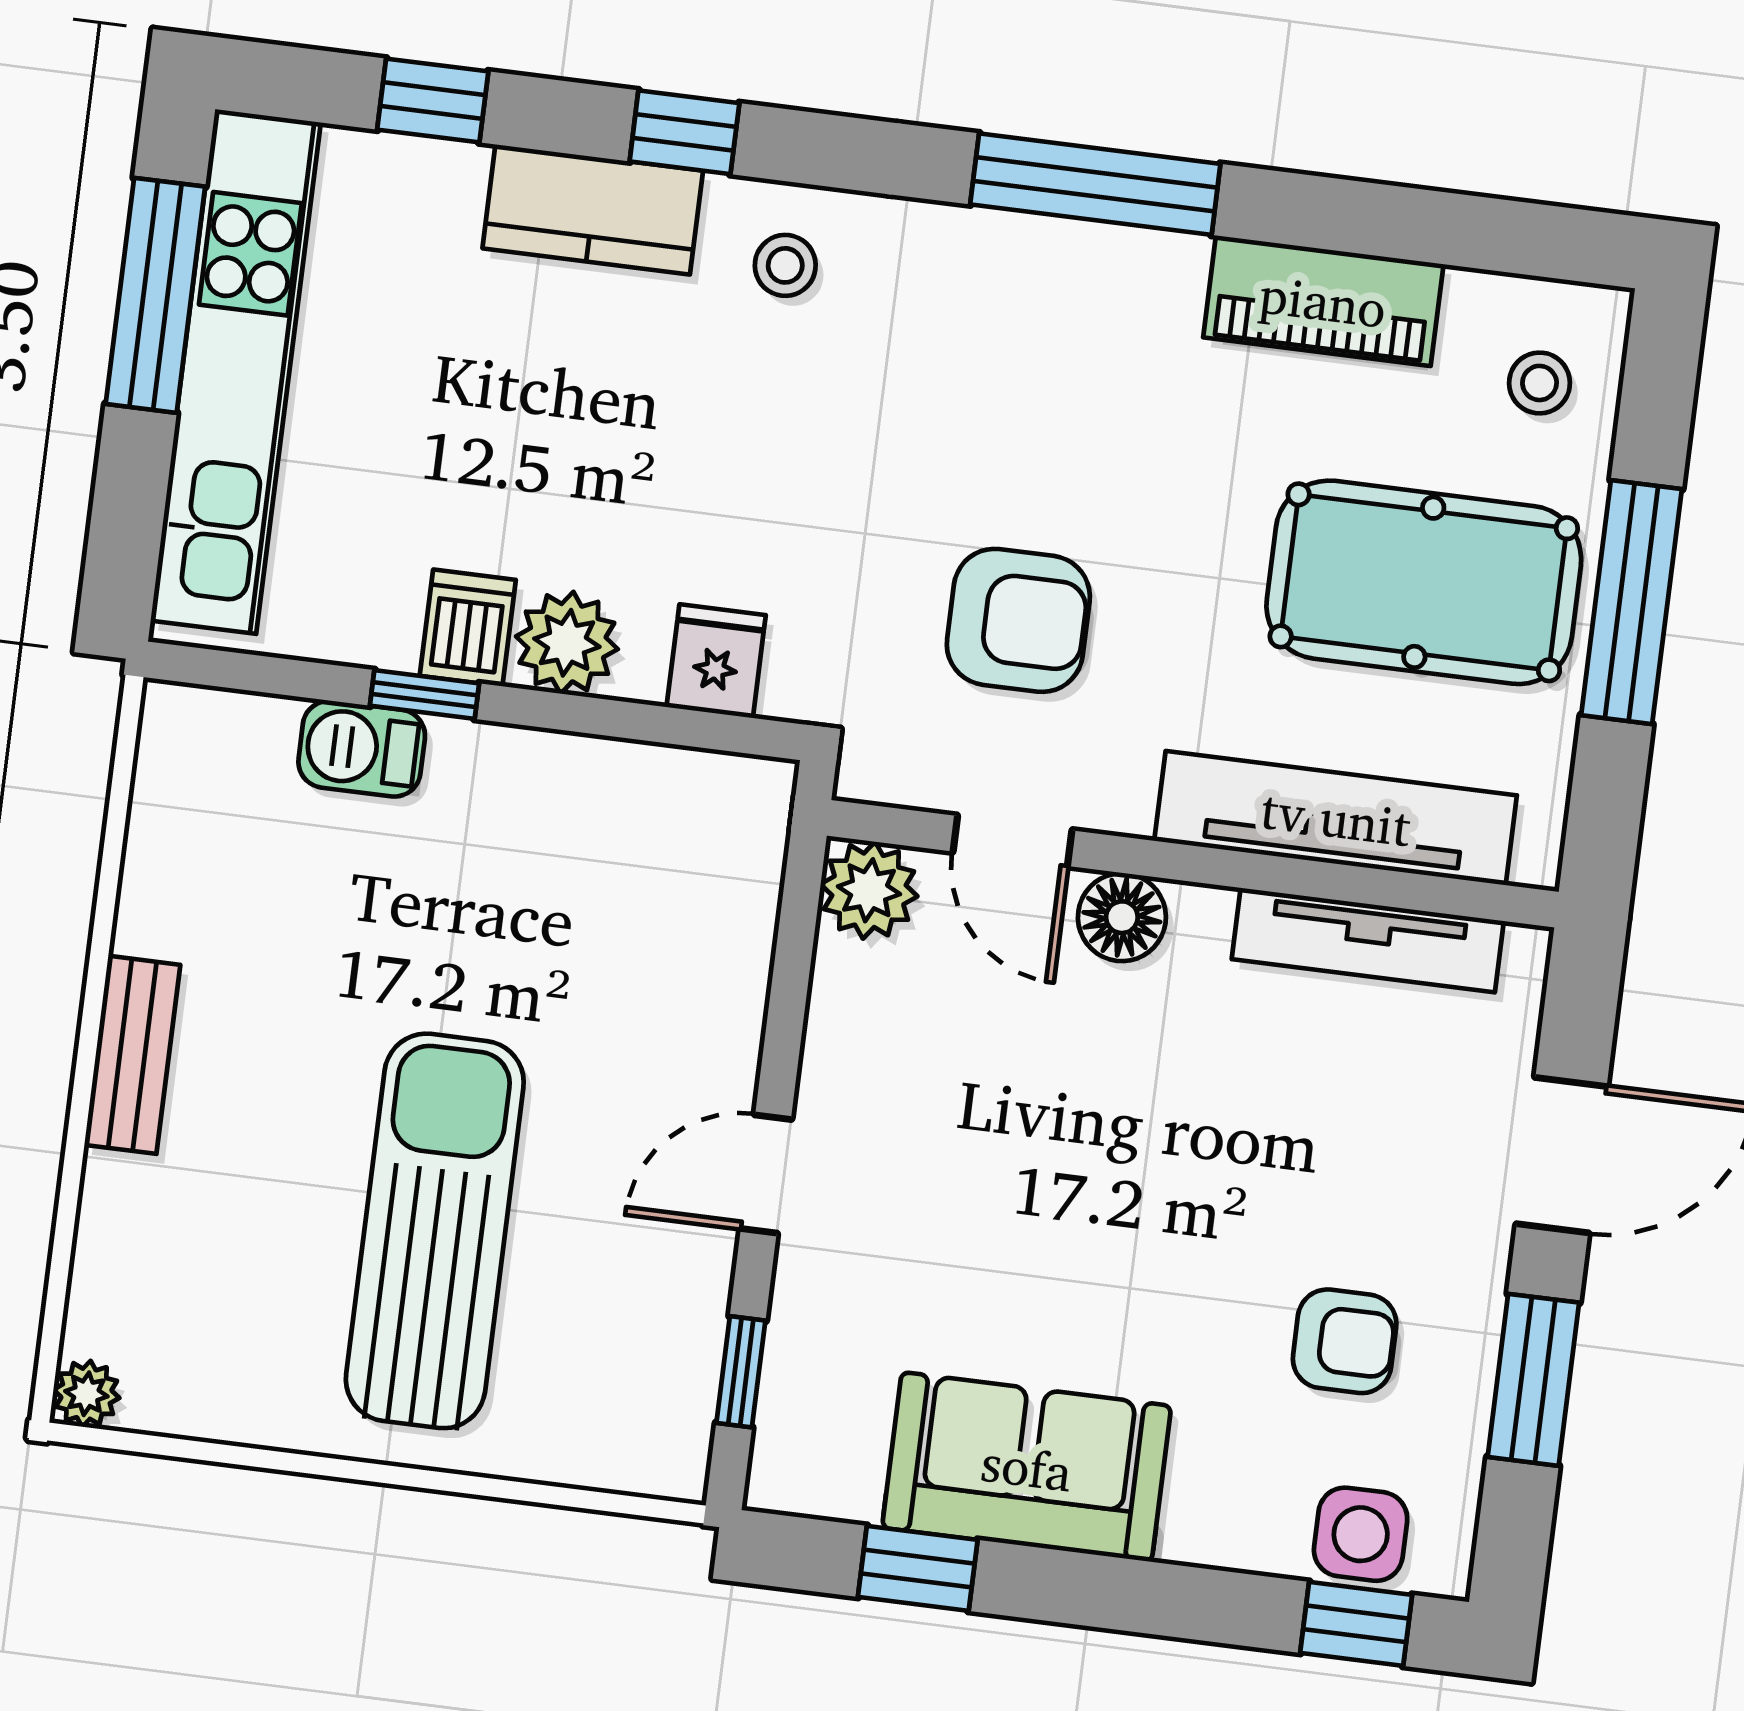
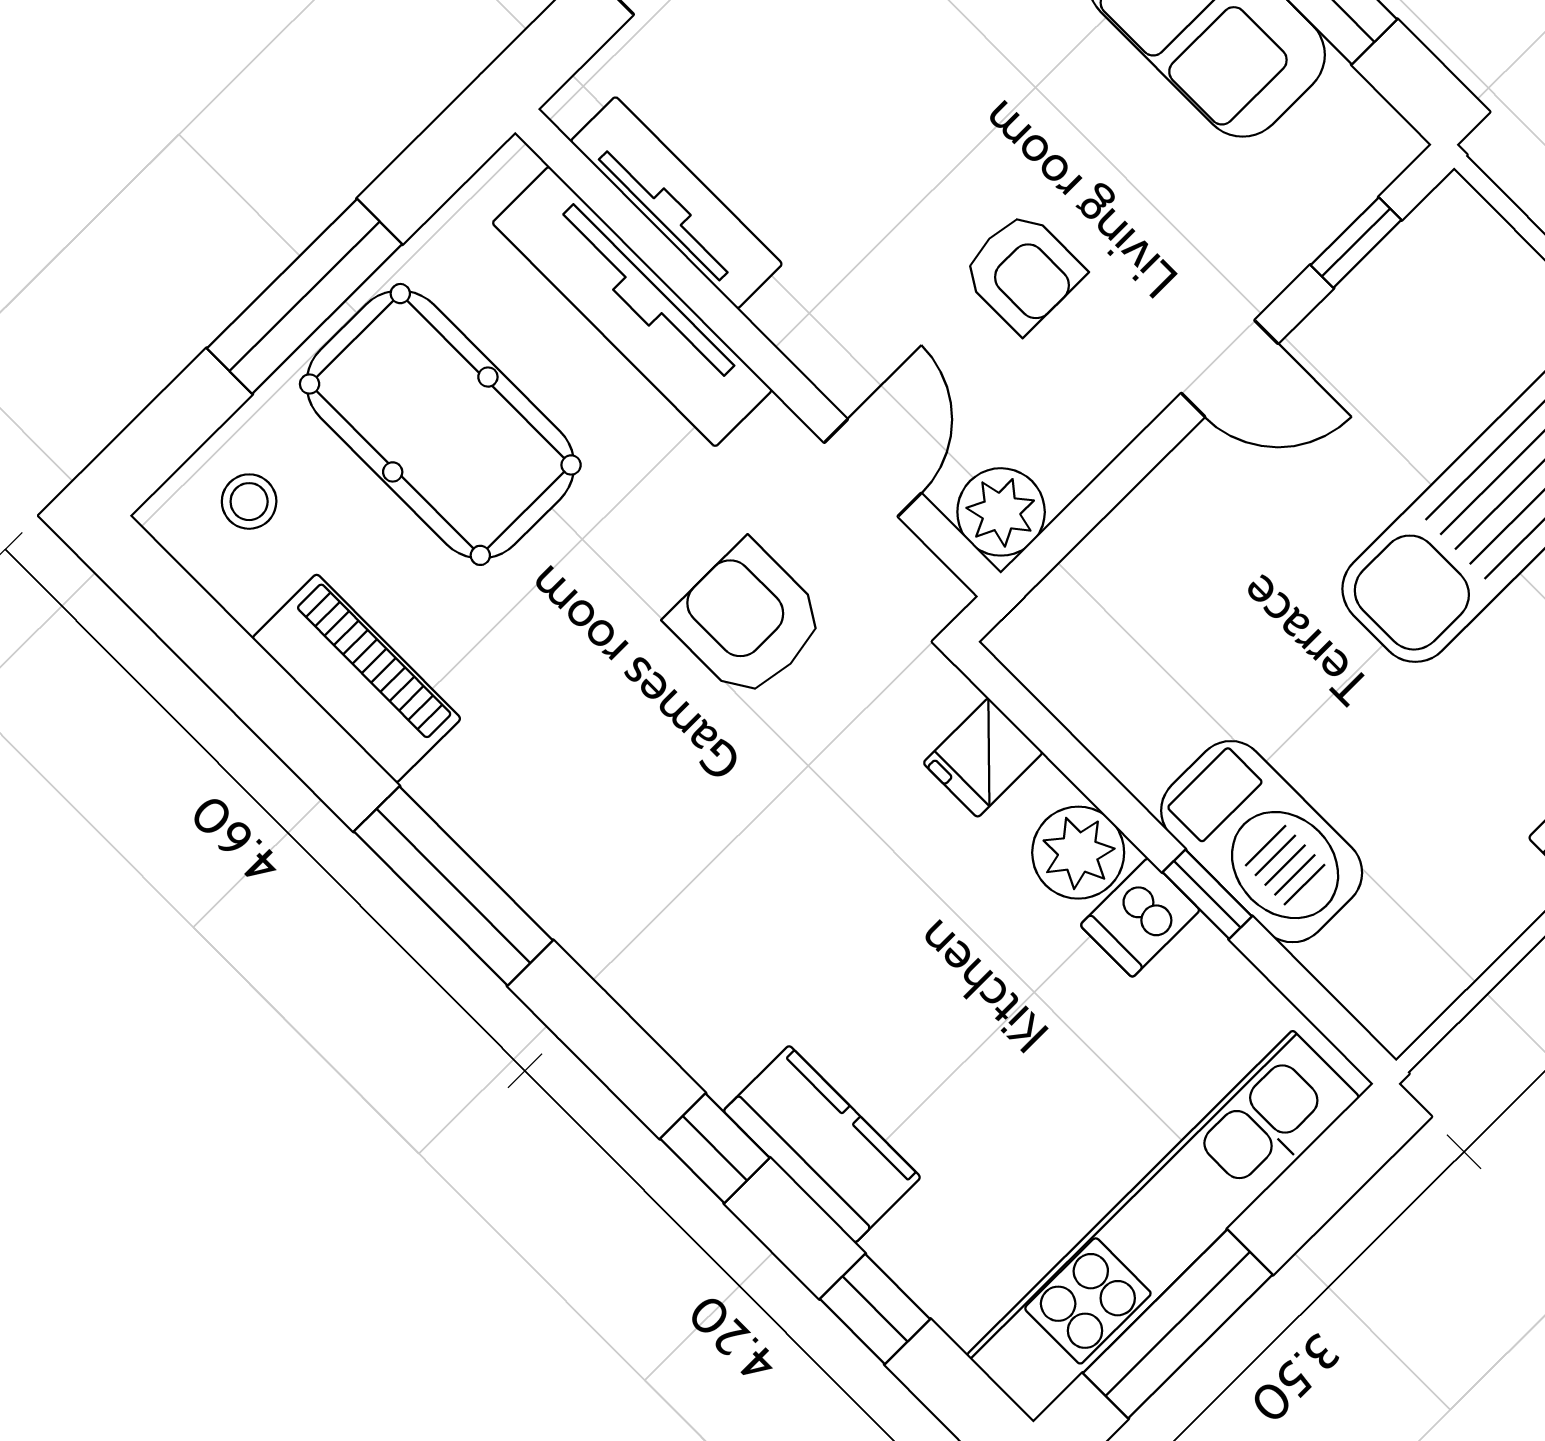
stool: (785, 265) -> (717, 999), removed
barbecue: (362, 749) -> (1262, 842), width x1.88, depth x1.53
floor lamp: (1122, 917) -> (837, 354), removed
armchair: (1015, 1117) -> (1023, 272), added

